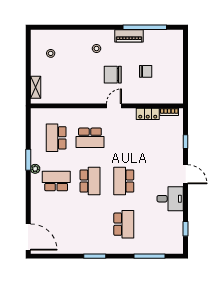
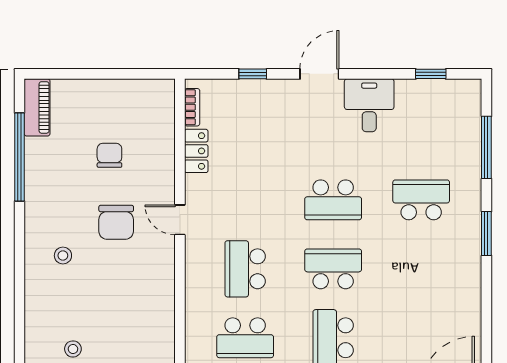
piano: (129, 36) -> (37, 107), moved
school desk: (90, 138) -> (245, 269), turned 180
window: (95, 256) -> (486, 233), moved

